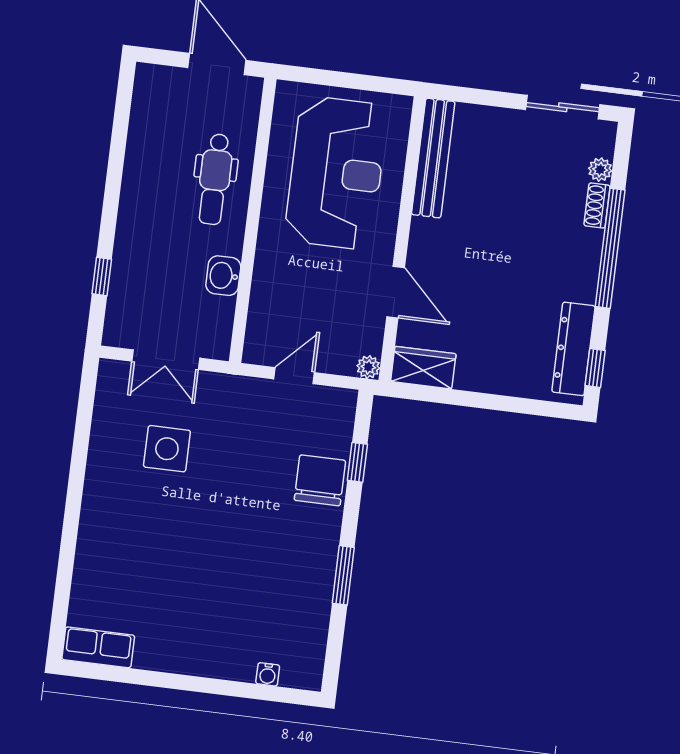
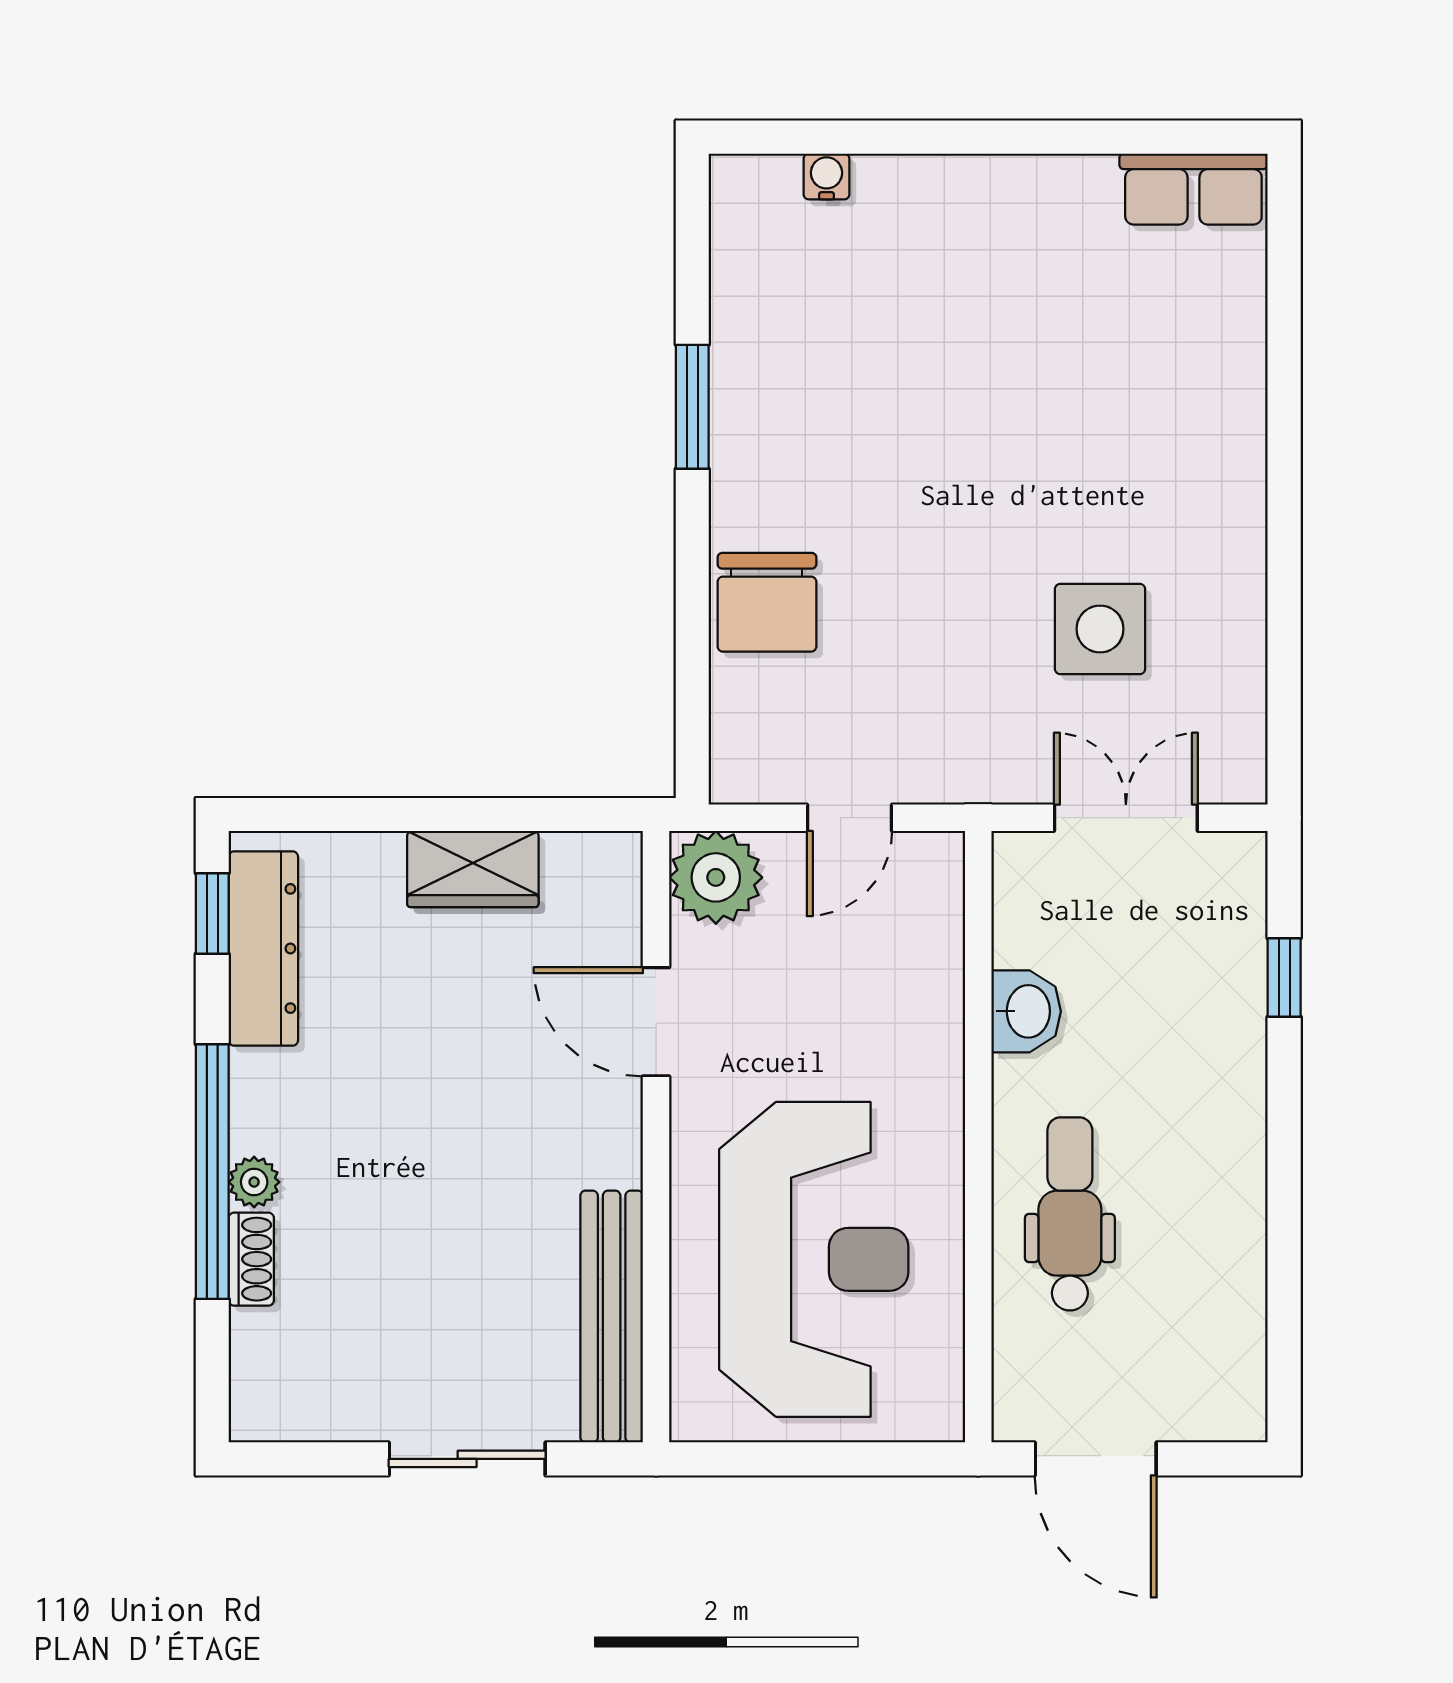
sliding door: (563, 107) -> (467, 1459), moved
plant: (600, 170) -> (254, 1182), moved
reception desk: (336, 173) -> (814, 1259), turned 180
plant: (368, 367) -> (716, 877), width x1.88, depth x1.88
wardrobe: (423, 368) -> (473, 869), moved
window: (357, 462) -> (692, 650), removed

